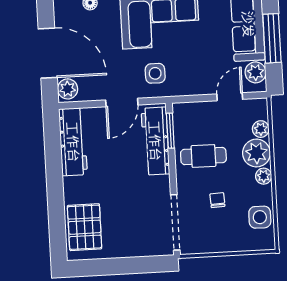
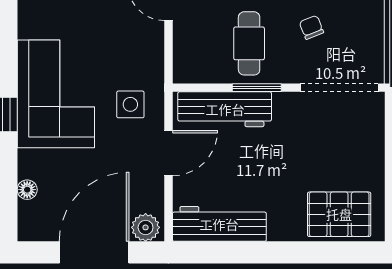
door: (122, 103) -> (168, 153), hinge flipped
window: (170, 131) -> (257, 88), moved
chair: (217, 200) -> (311, 27), turned 71

